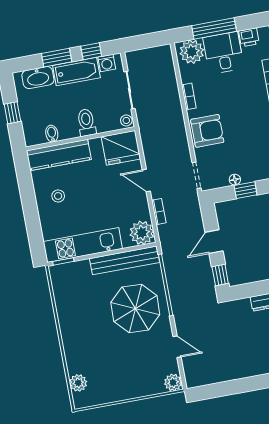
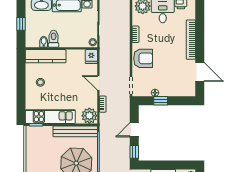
toilet: (86, 122) -> (54, 39), moved
fridge: (121, 148) -> (91, 57), width x0.53, depth x0.75

